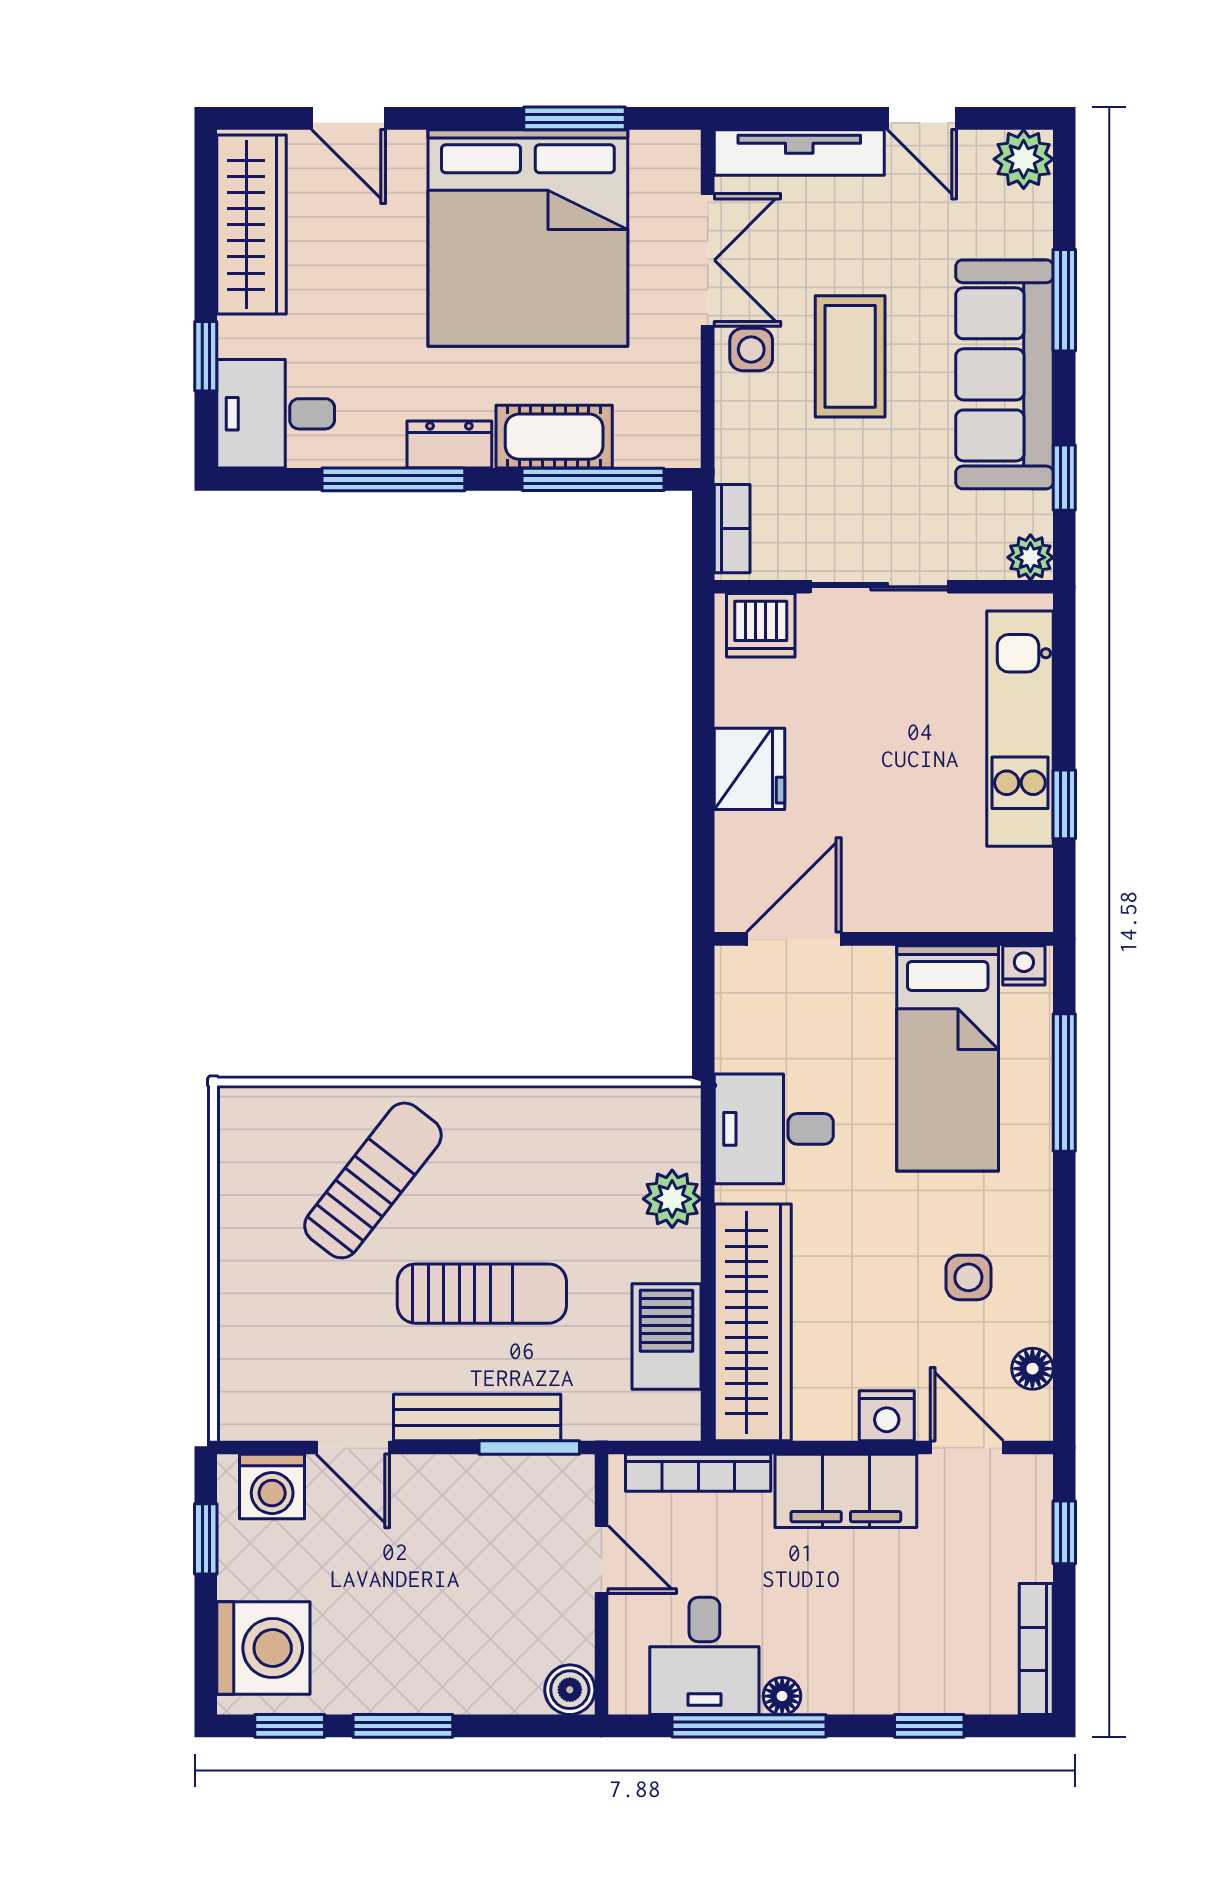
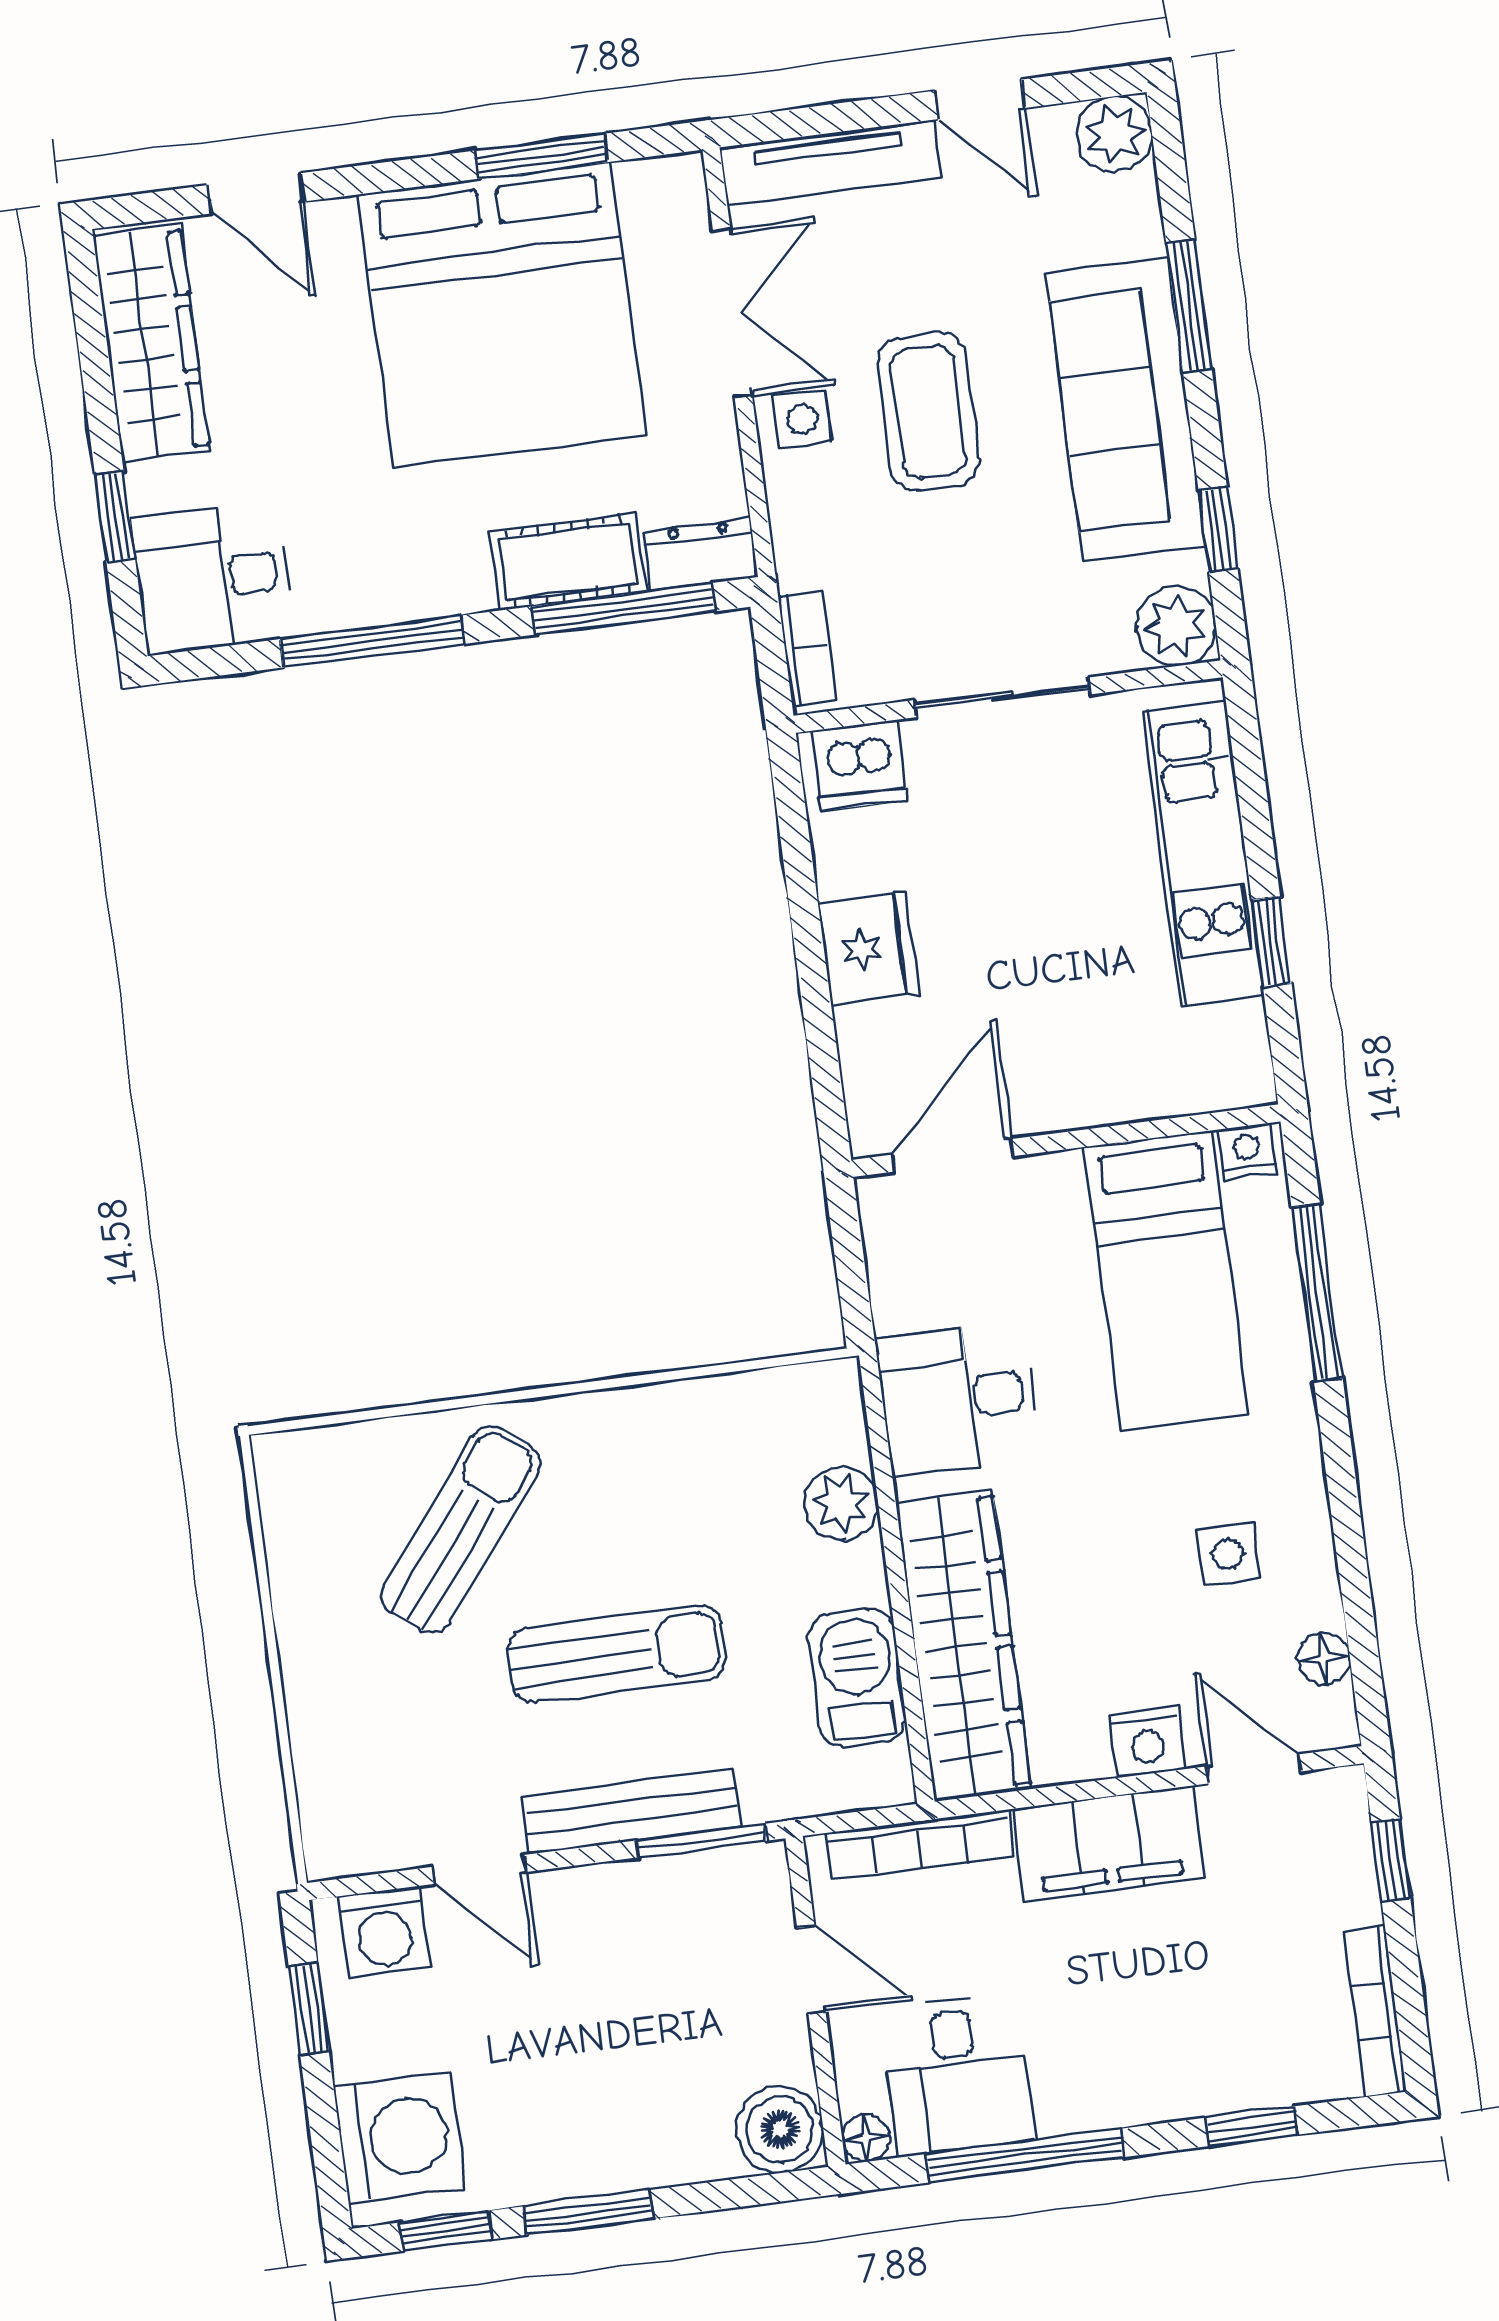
dresser: (449, 444) -> (701, 554), moved
plant: (1030, 557) -> (1176, 626), width x1.38, depth x1.38
boiler: (570, 1690) -> (780, 2129), width x1.36, depth x1.36
floor lamp: (782, 1696) -> (866, 2138), moved

